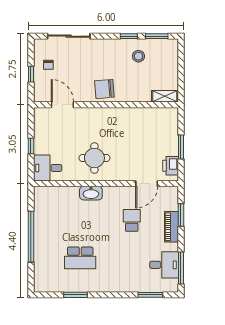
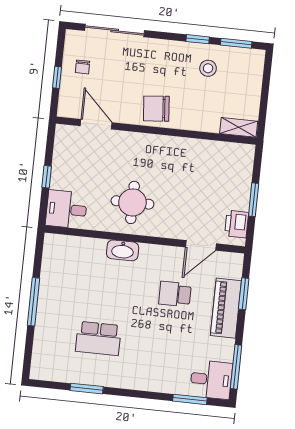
school desk: (132, 220) -> (175, 294), turned -90
piano: (172, 227) -> (226, 308), width x1.37, depth x1.33
window: (31, 237) -> (33, 302), width x0.68
desk: (164, 265) -> (211, 380), moved

